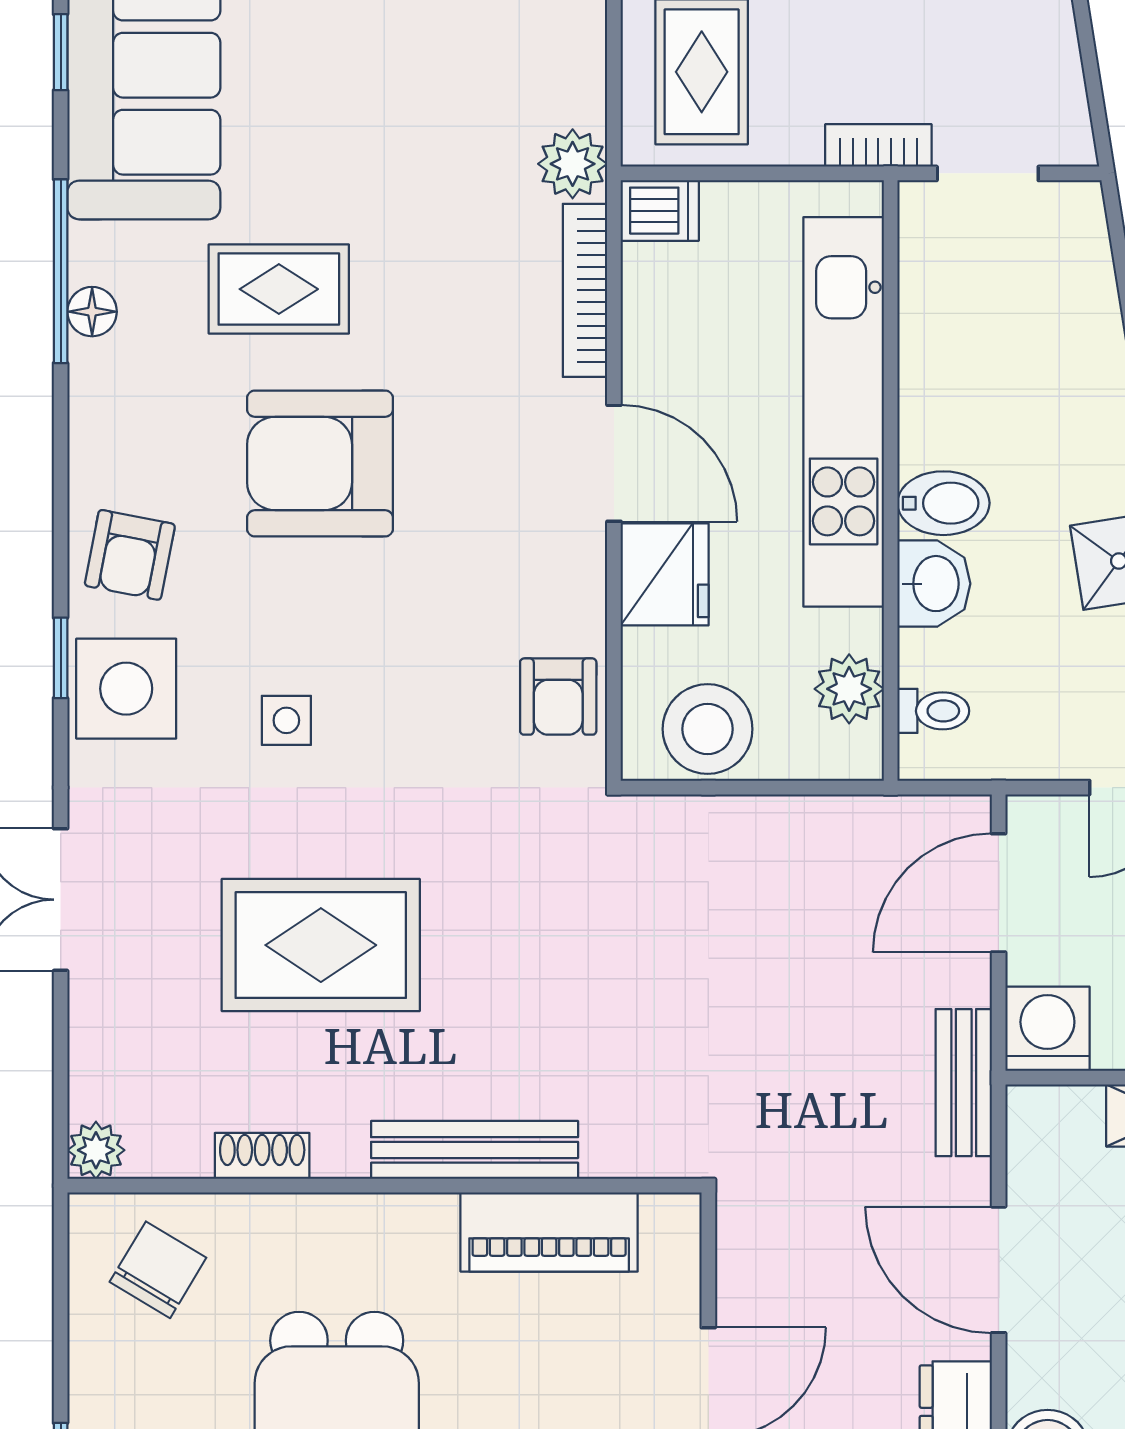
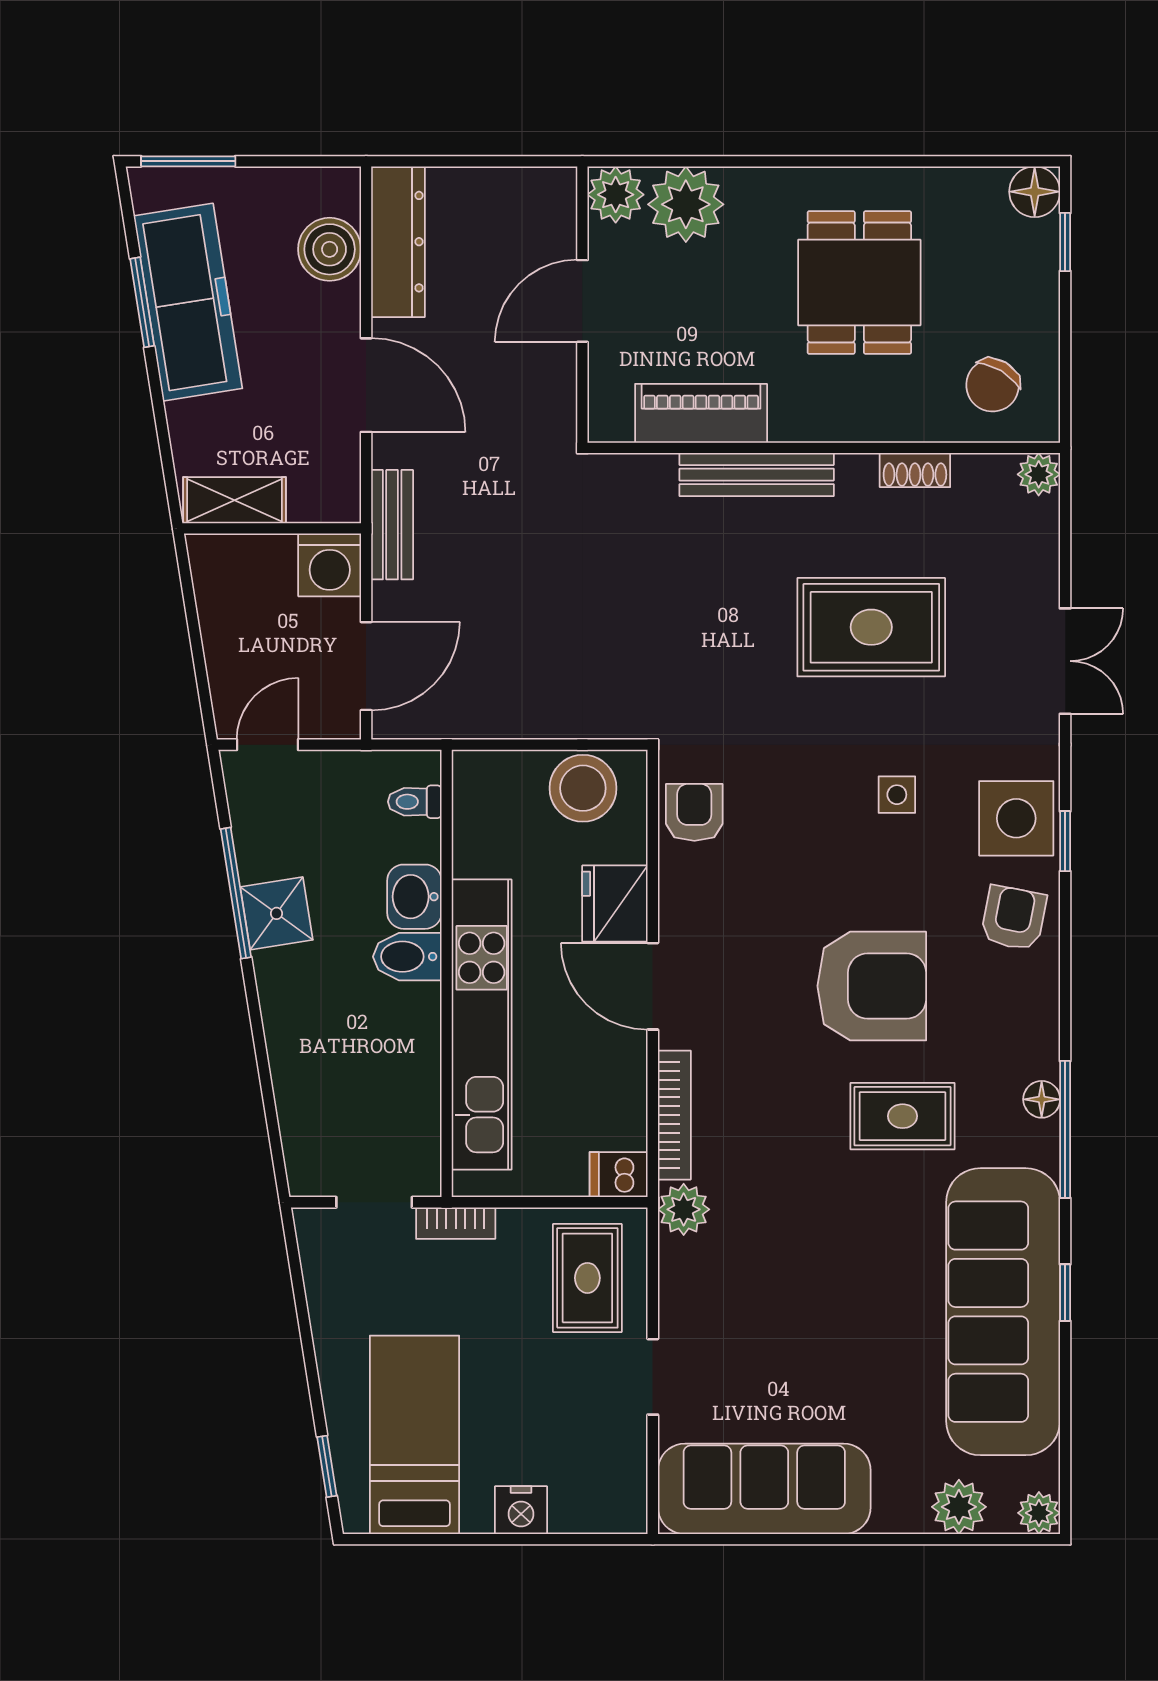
plant: (849, 689) -> (477, 818), removed

